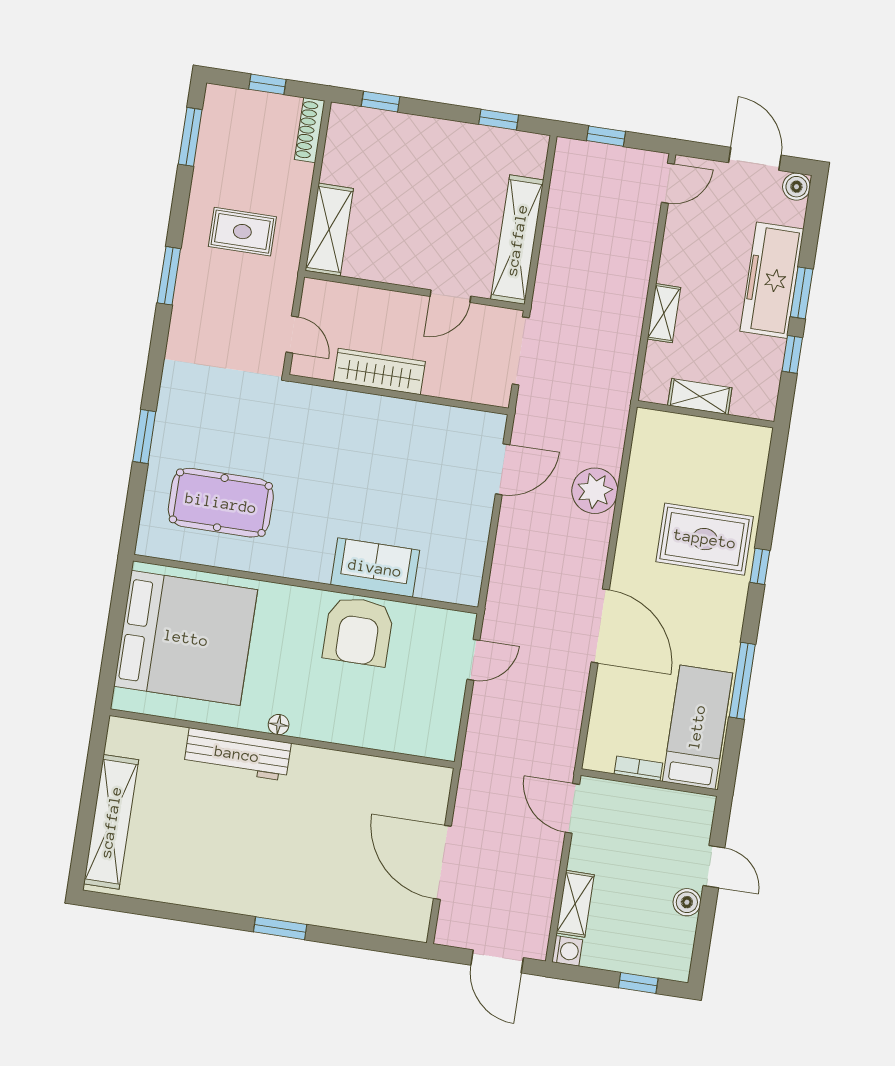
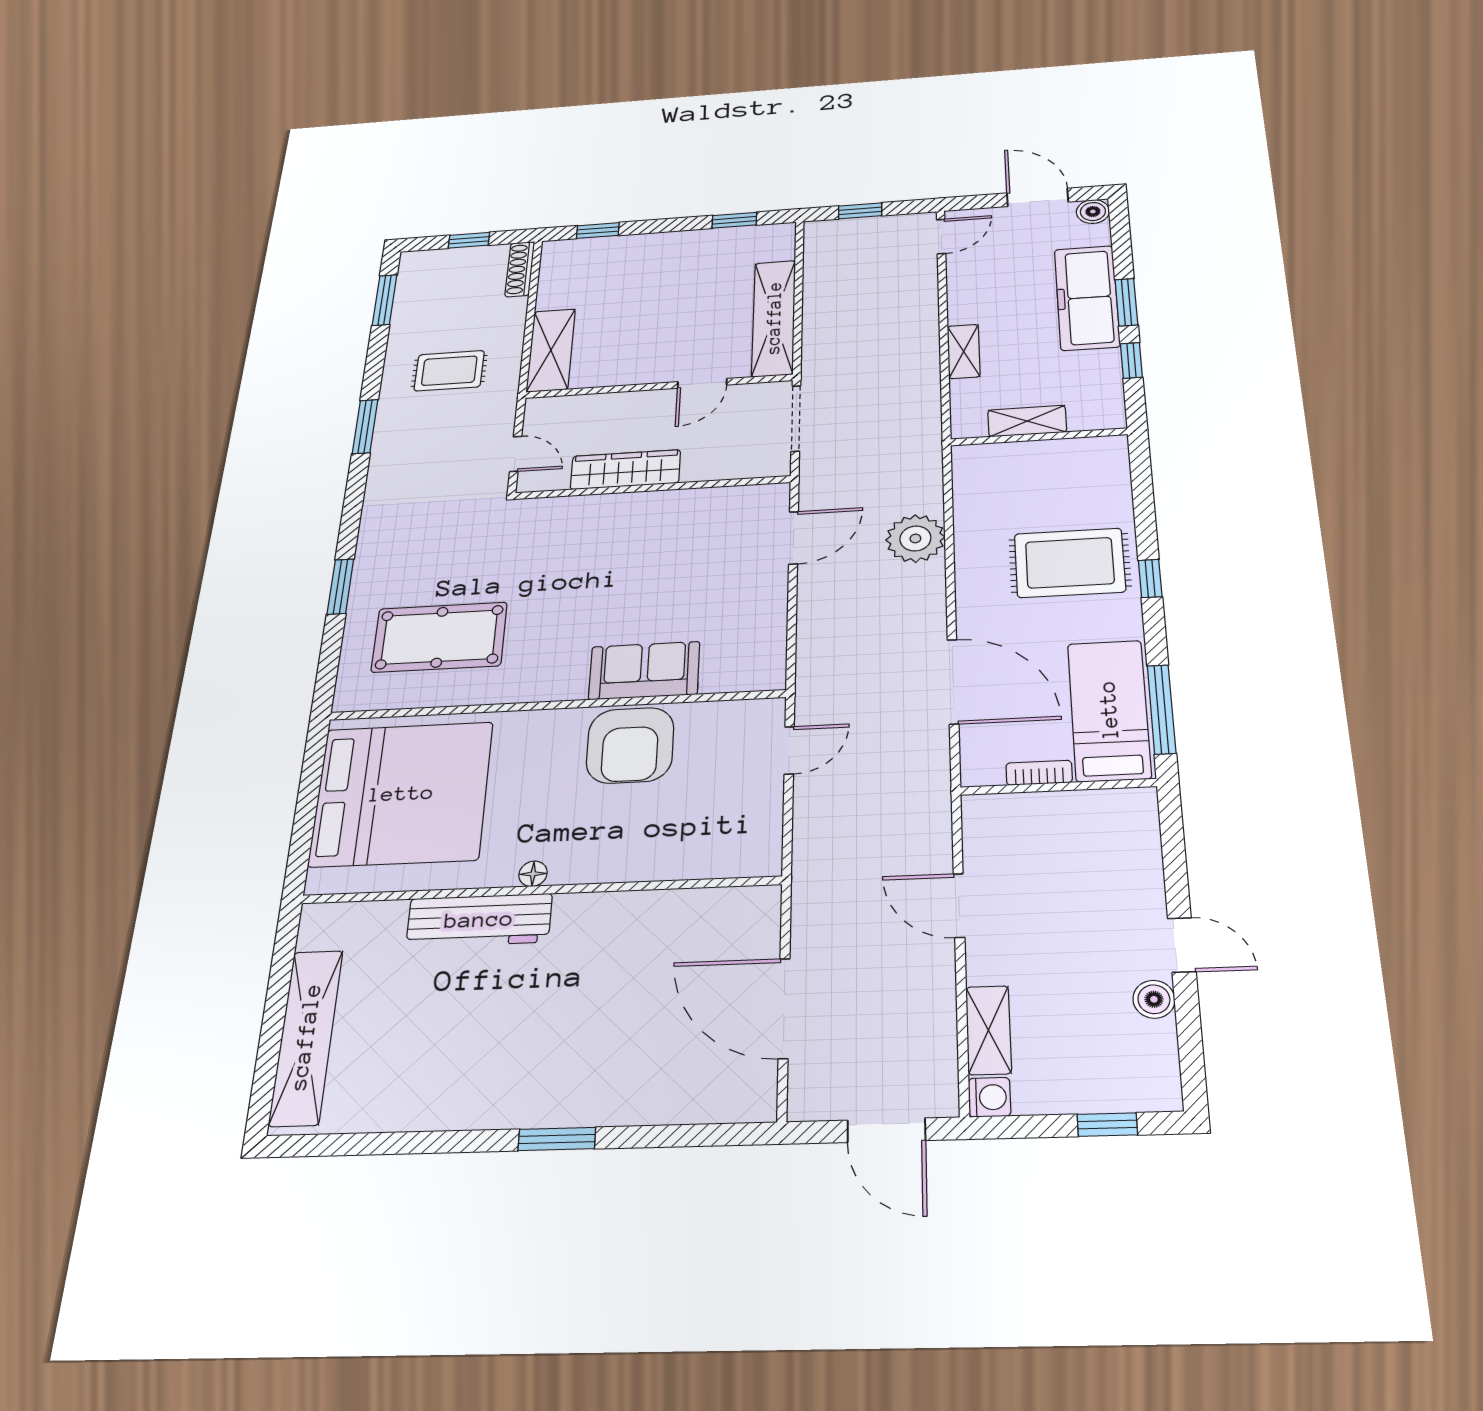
bed: (697, 727) -> (1109, 710), moved
bookcase: (638, 768) -> (1039, 773), moved
wall: (649, 783) -> (1058, 787), moved

